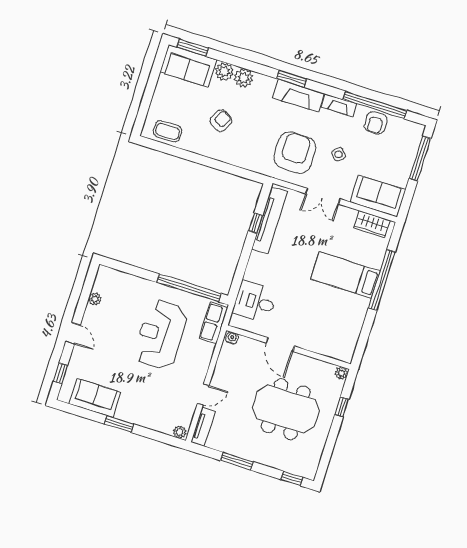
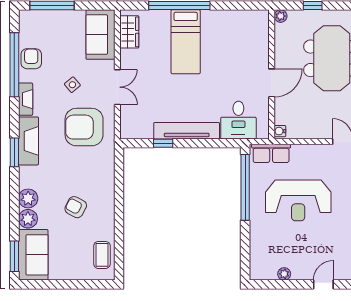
armchair: (376, 123) -> (31, 59), turned -90
tv unit: (269, 220) -> (187, 131), moved

